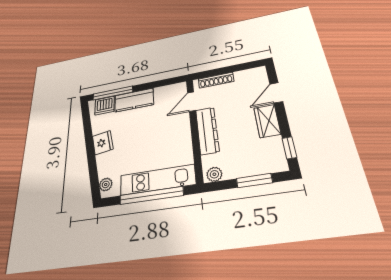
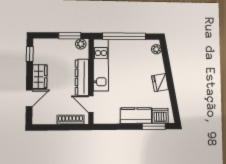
window: (113, 93) -> (154, 126), width x0.69
door: (192, 102) -> (91, 104), swing flipped
kitchen unit: (157, 180) -> (101, 65), moved, turned -90
window: (254, 181) -> (70, 36), moved

